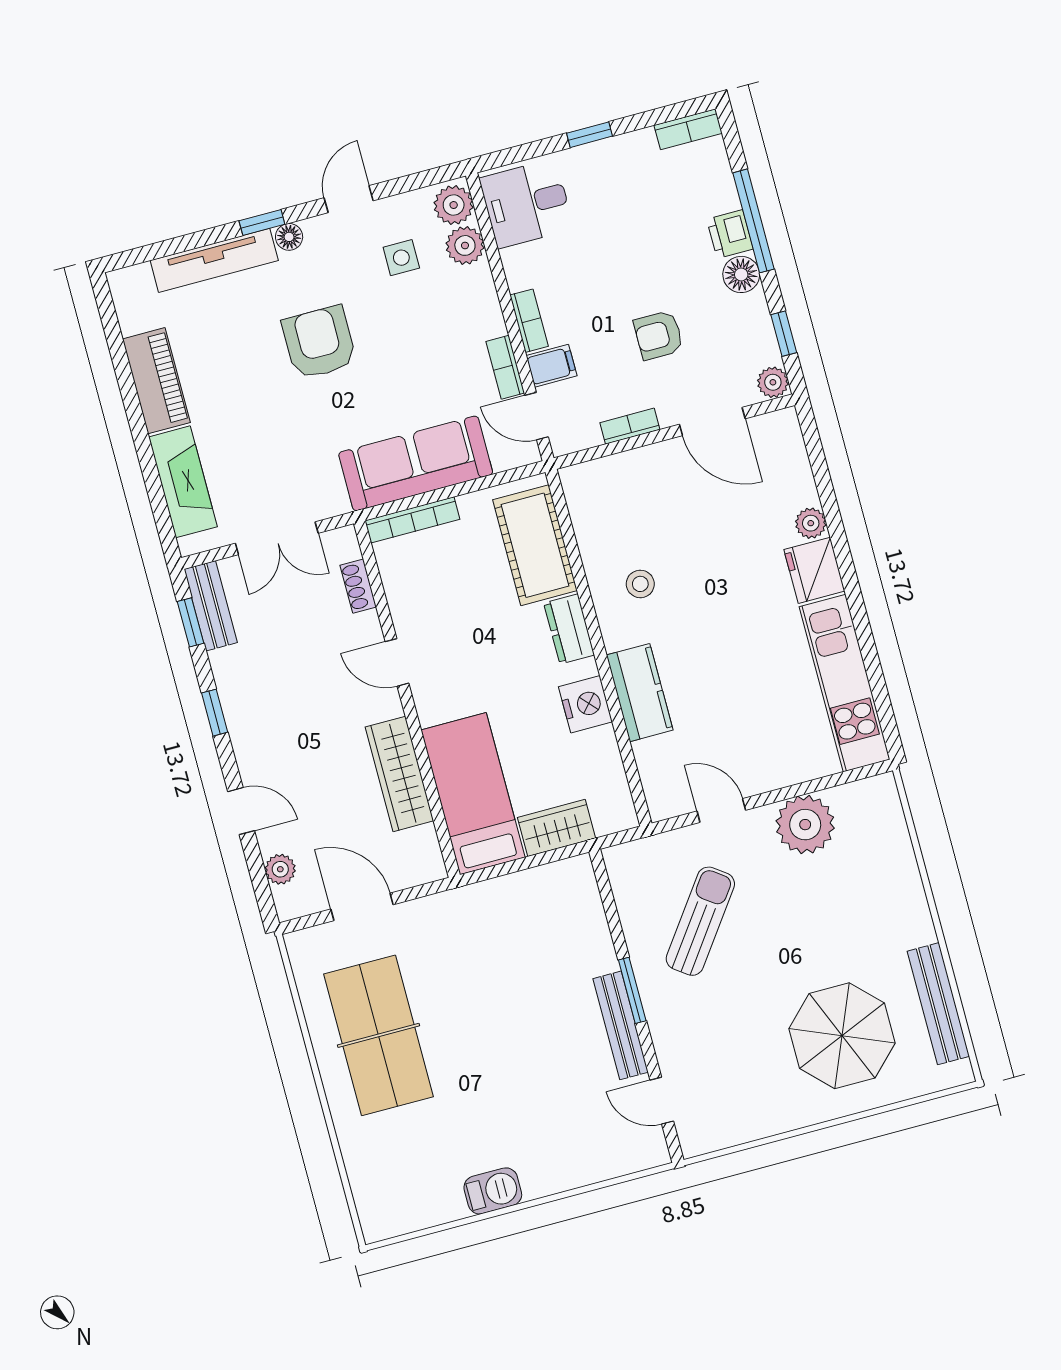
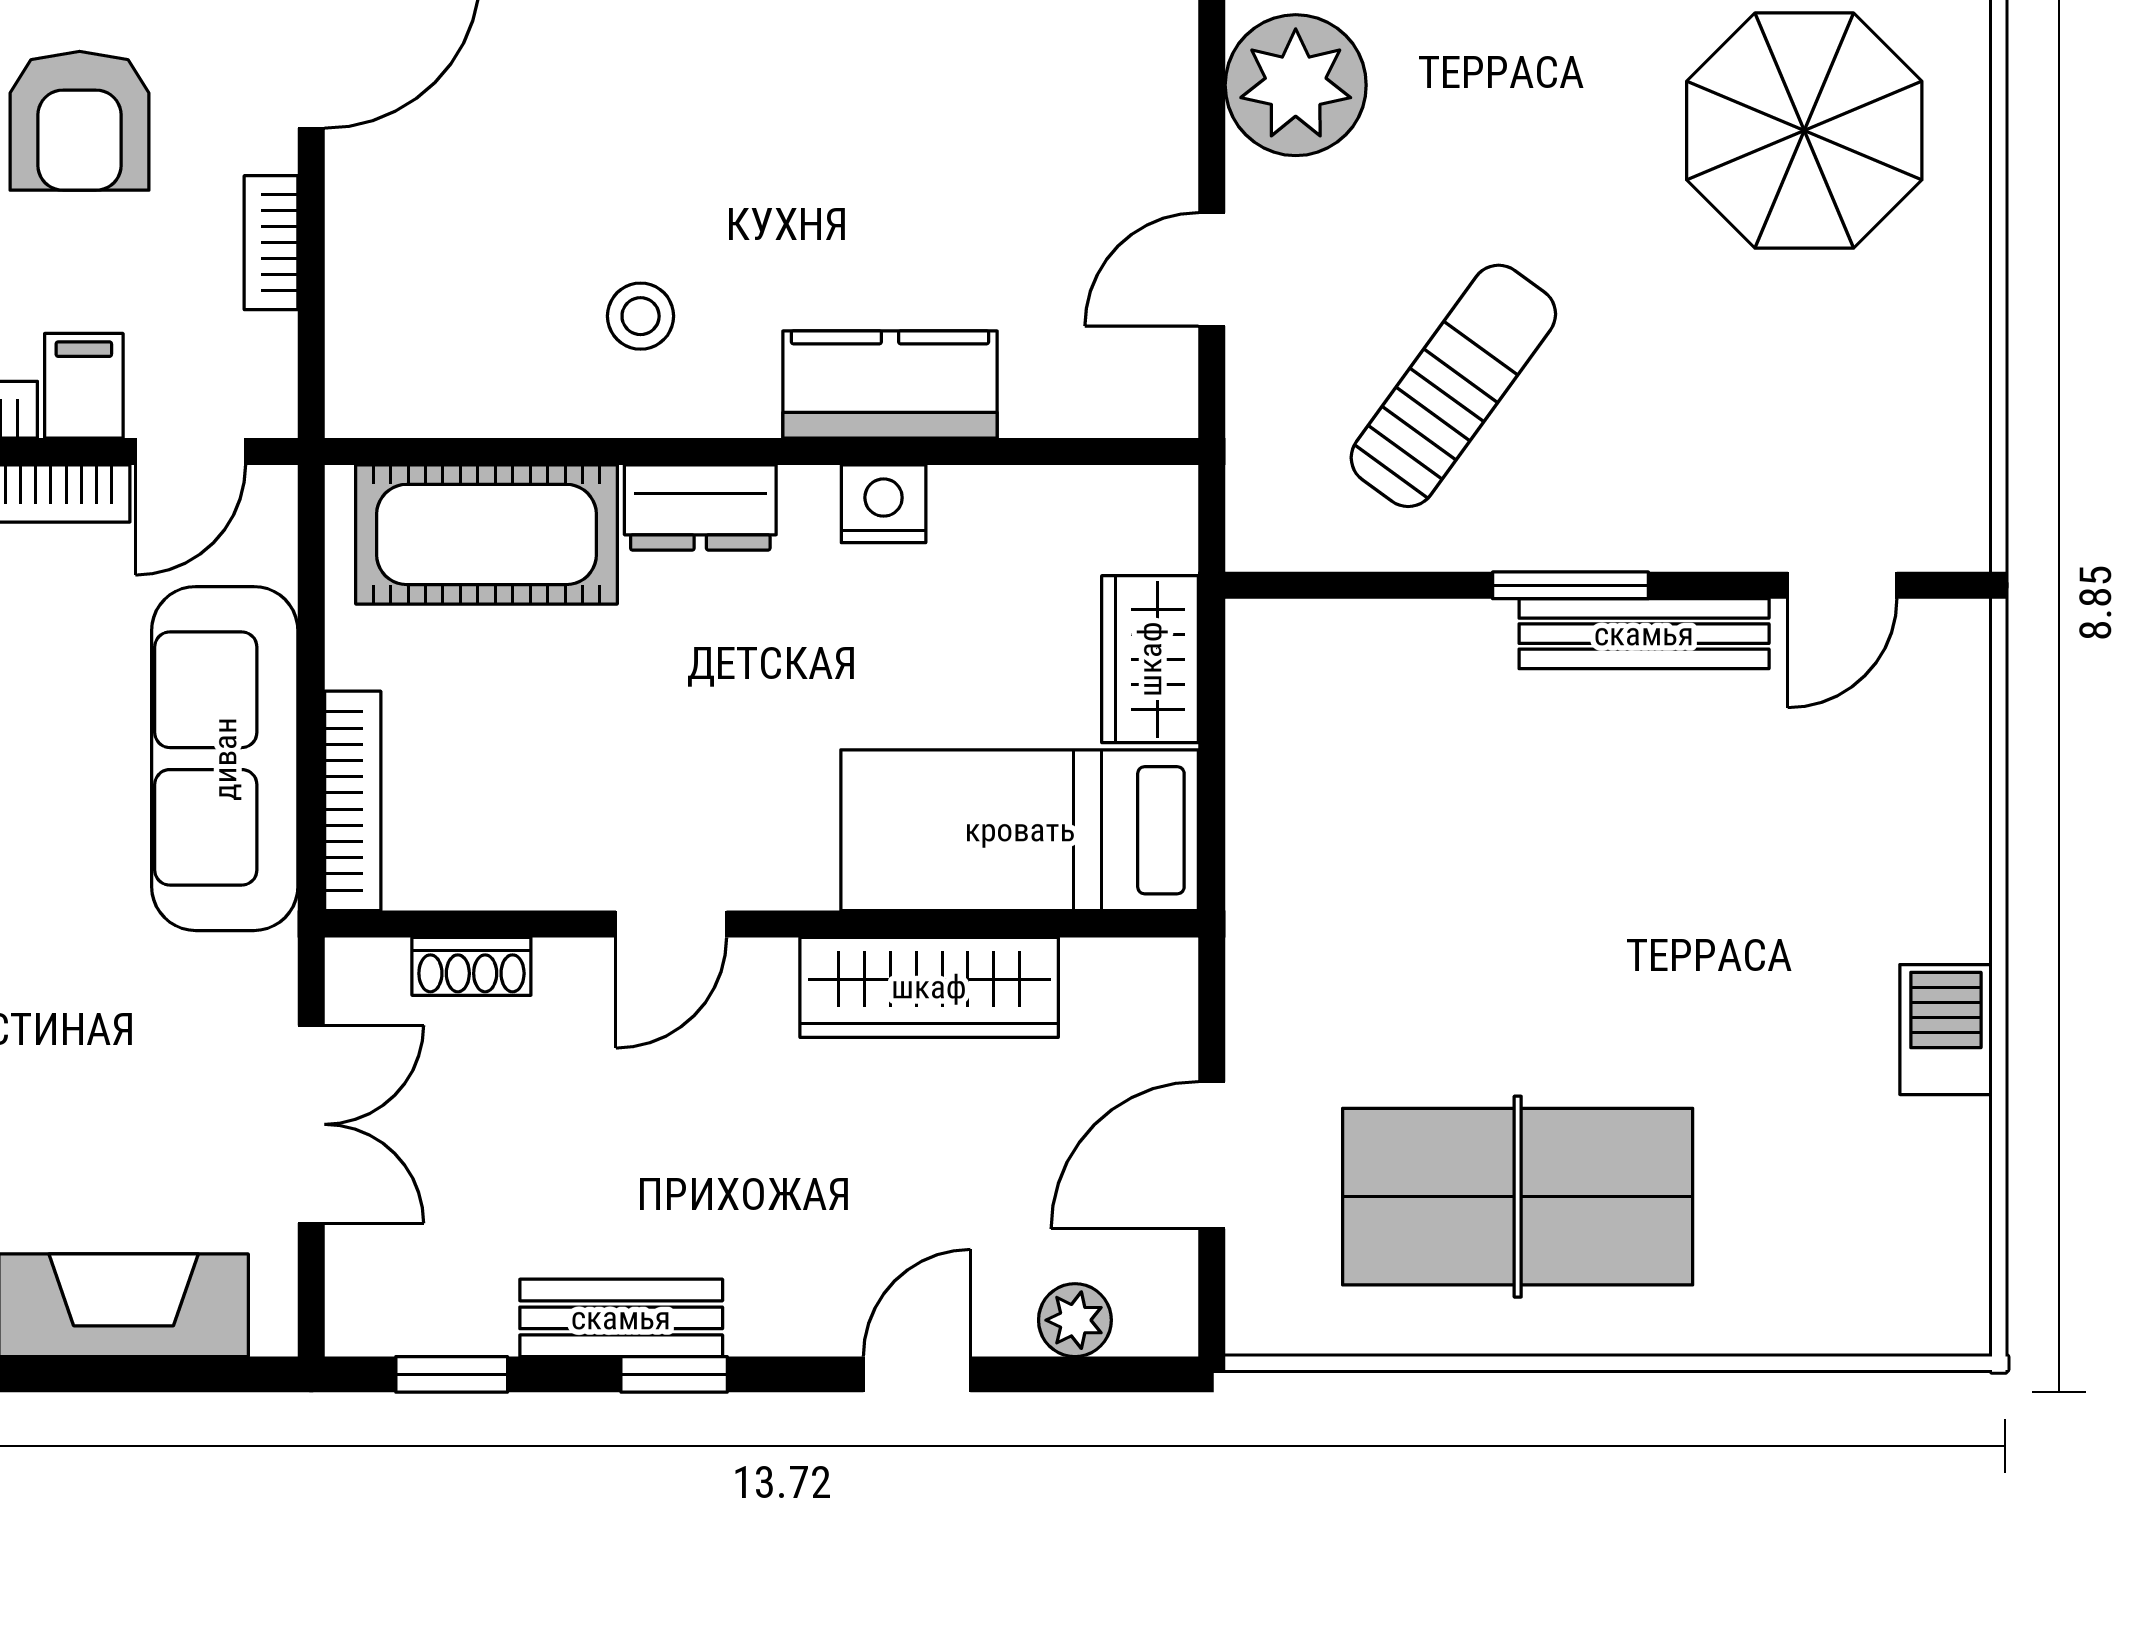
armchair: (659, 335) -> (80, 121), width x1.38, depth x1.38
bench: (211, 606) -> (621, 1318), moved
nightstand: (585, 704) -> (884, 504), width x0.74, depth x0.75
sun lounger: (700, 921) -> (1453, 386), turned 90

